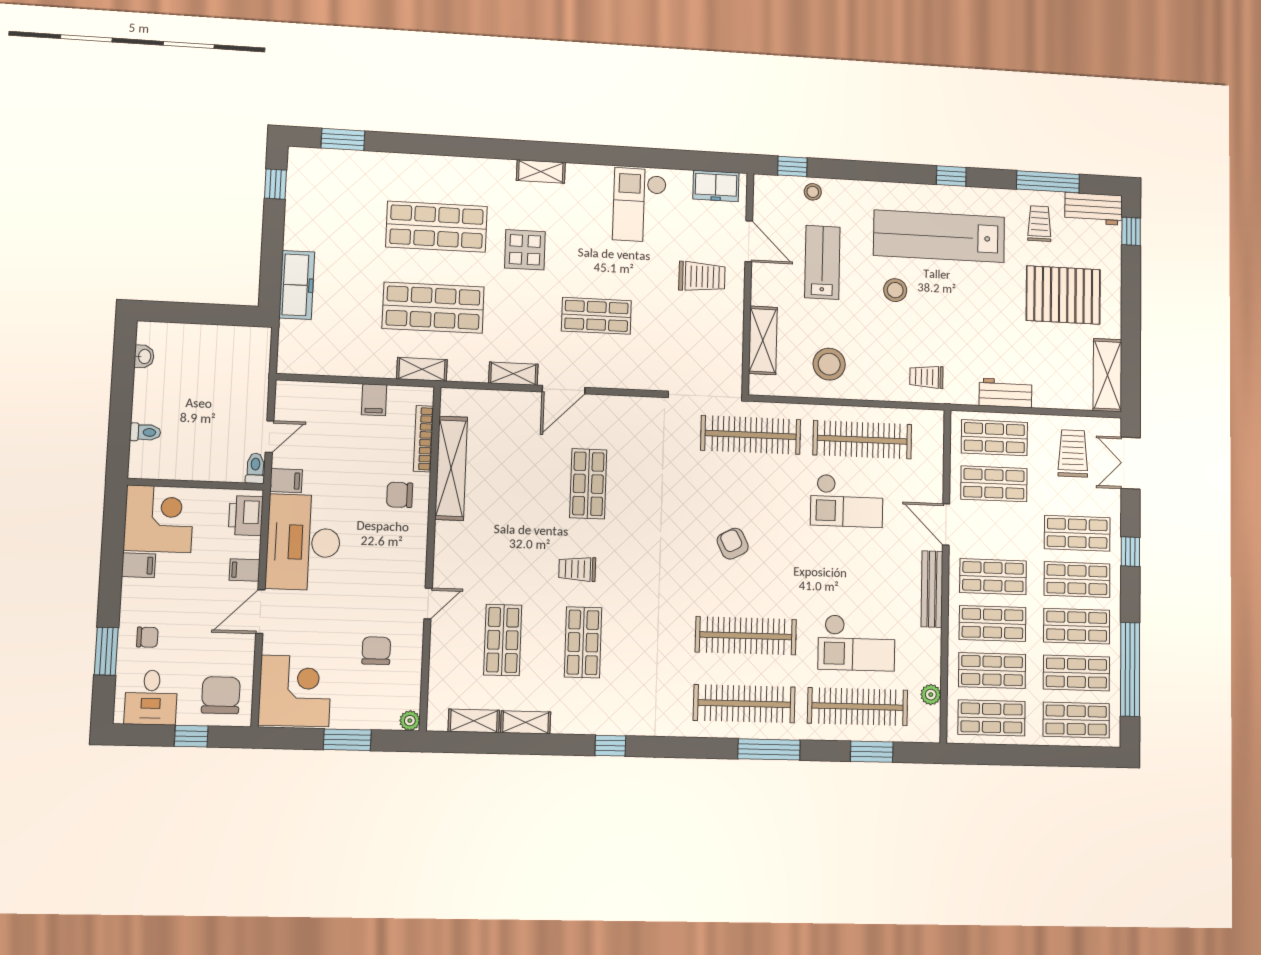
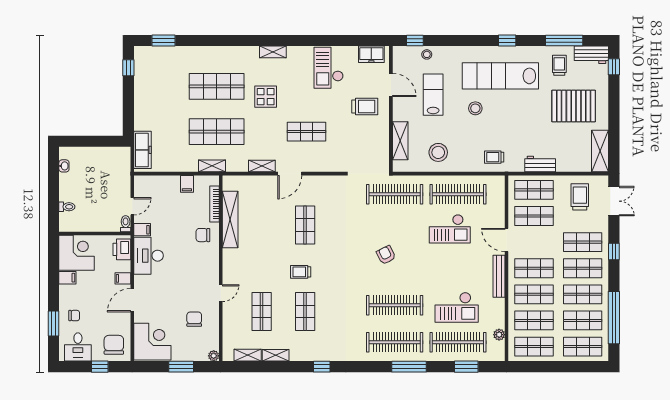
freezer: (297, 285) -> (143, 150), moved
double door: (1131, 463) -> (614, 201), swing flipped
desk: (303, 542) -> (149, 256), width x0.73, depth x0.77

